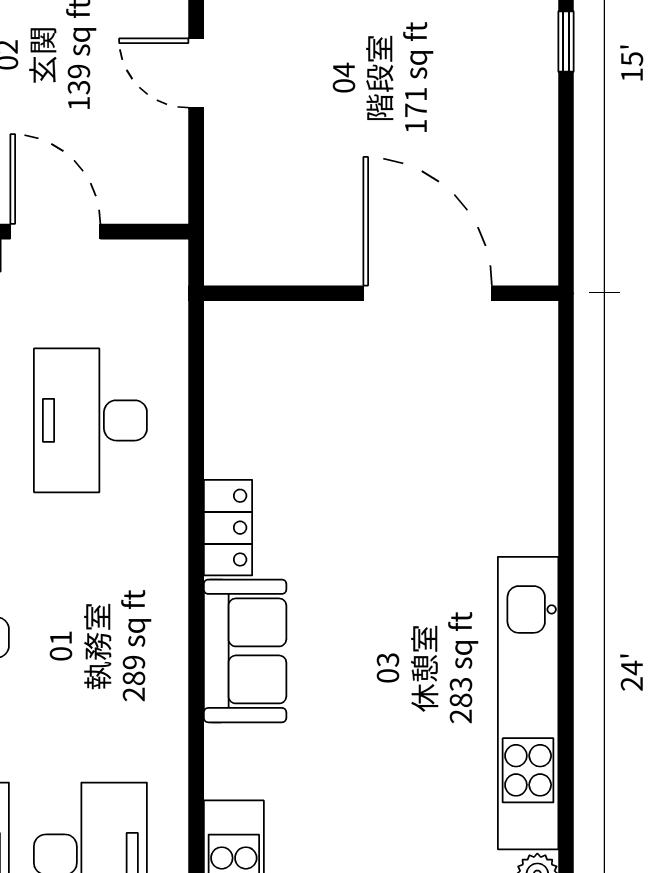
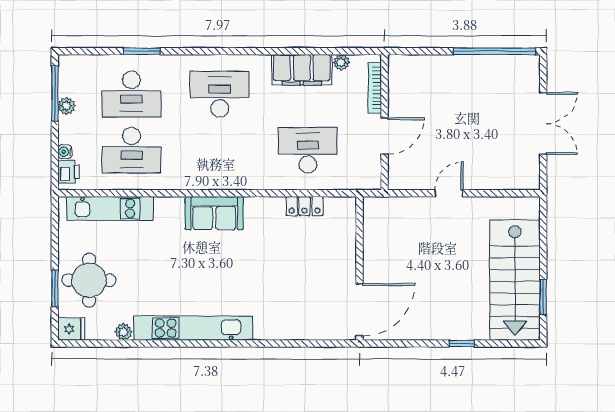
door: (428, 293) -> (360, 310), moved
locker: (228, 528) -> (305, 206), moved

